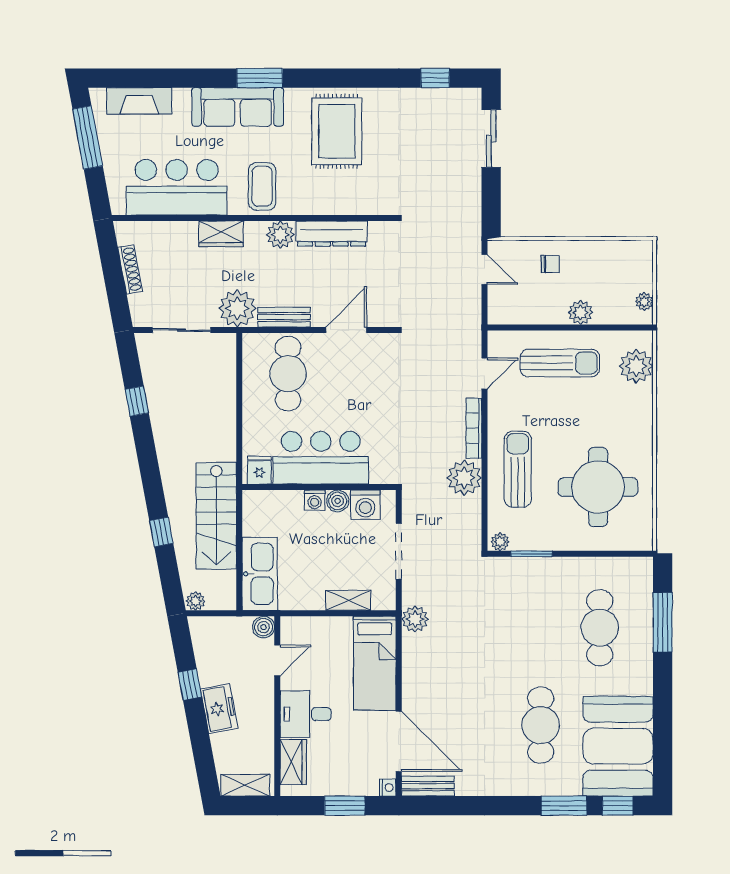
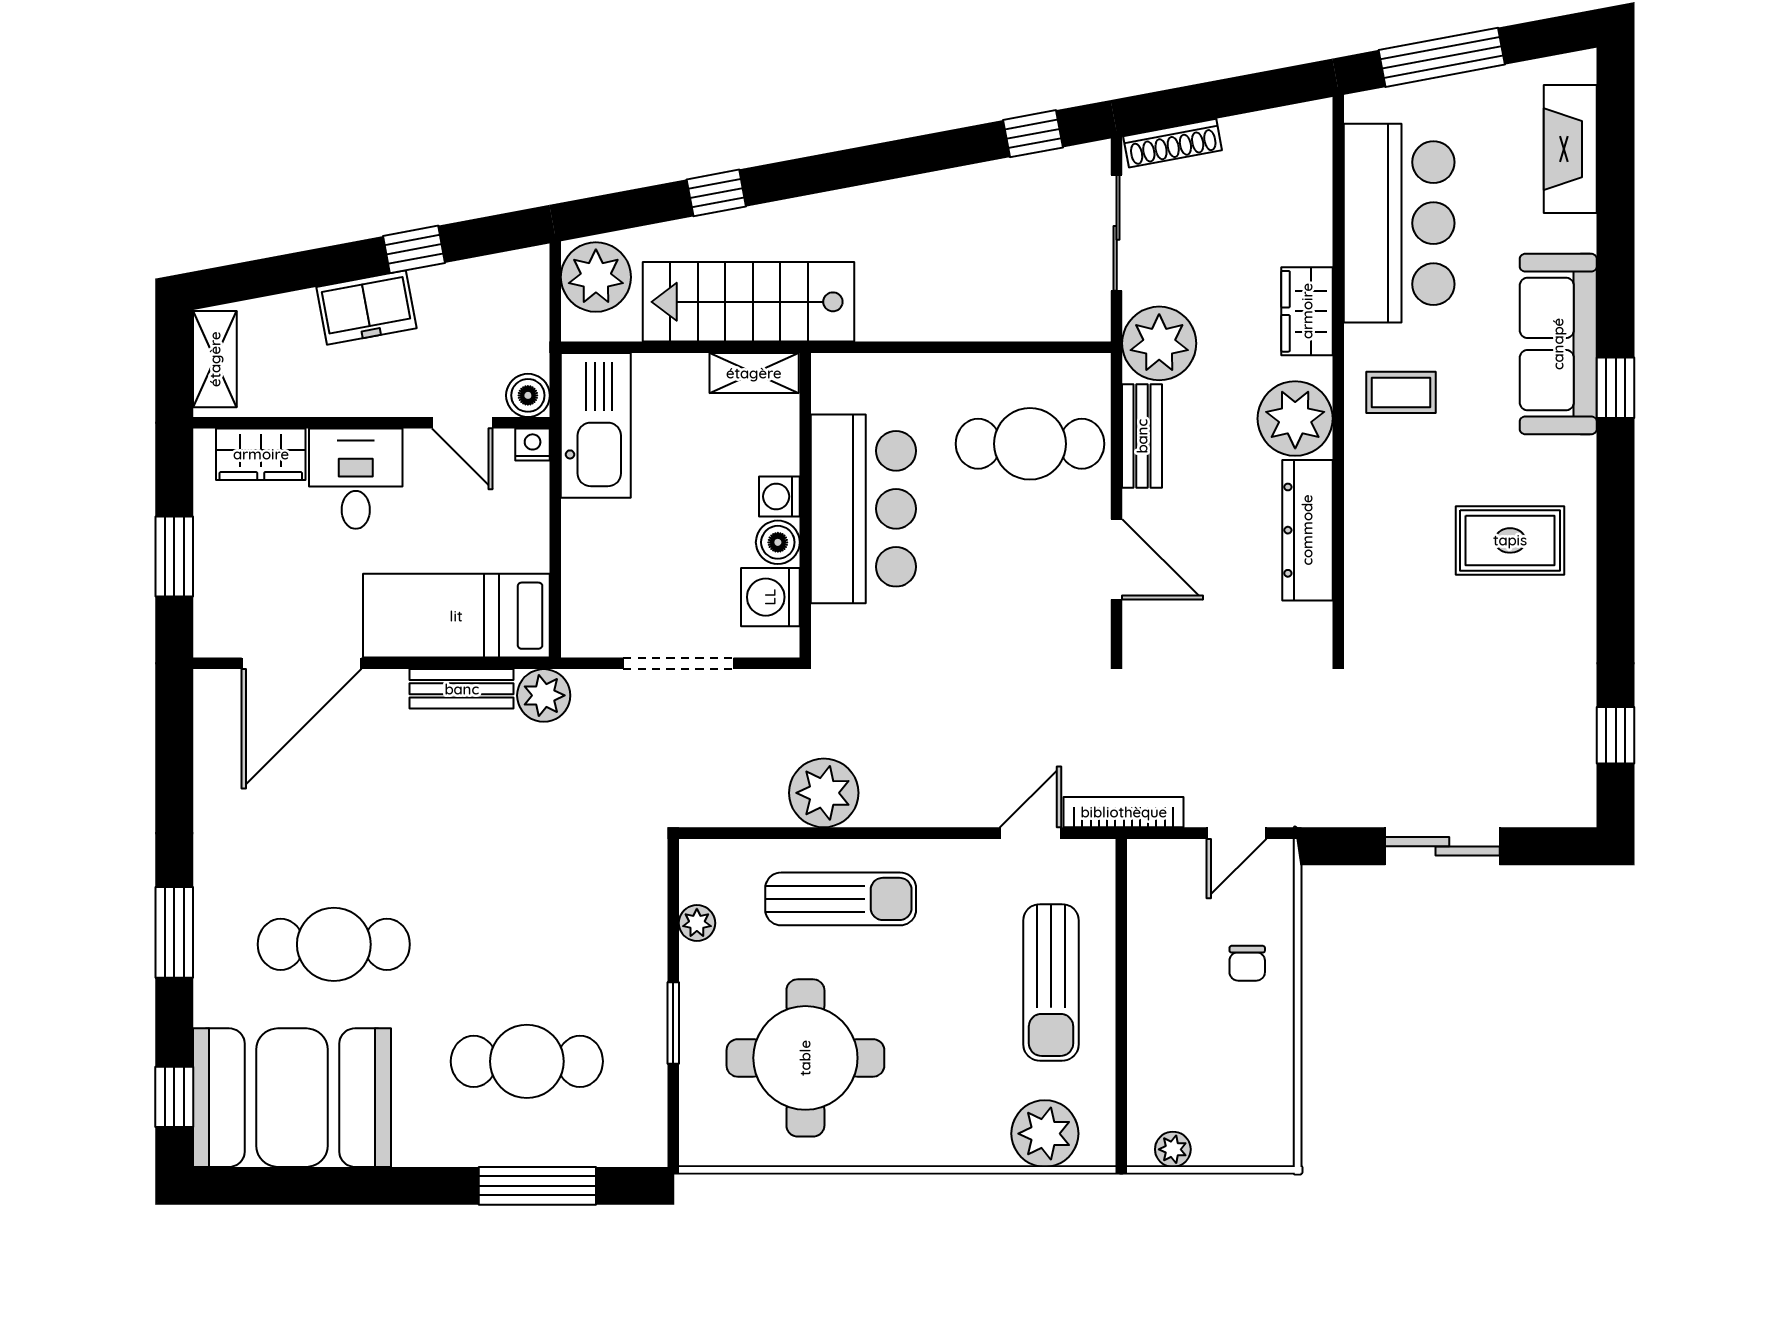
window: (260, 78) -> (1616, 388), width x0.67
rug: (337, 131) -> (1510, 540), width x0.73, depth x0.70
window: (88, 138) -> (1442, 57), moved
sliding door: (491, 139) -> (1442, 846), moved
coffee table: (262, 186) -> (1401, 392), width x0.73, depth x0.77
plant: (280, 235) -> (1295, 419), width x1.36, depth x1.36
shoe rack: (130, 269) -> (1173, 143), moved
plant: (580, 312) -> (1151, 1023), removed
door: (484, 373) -> (1031, 833), swing flipped
window: (137, 401) -> (1033, 134), moved
bookcase: (474, 428) -> (1124, 812), moved
fridge: (259, 470) -> (839, 387), removed
plant: (500, 542) -> (697, 923), moved
window: (531, 554) -> (673, 1023), moved
kitchen sink: (260, 574) -> (596, 425), moved, turned -90
shelving: (348, 600) -> (754, 373), moved, turned 90
plant: (196, 601) -> (596, 277), width x1.87, depth x1.87
bench: (428, 786) -> (462, 689), moved, turned 90
nightstand: (388, 788) -> (533, 445), moved, turned 180
window: (564, 806) -> (174, 932), moved

